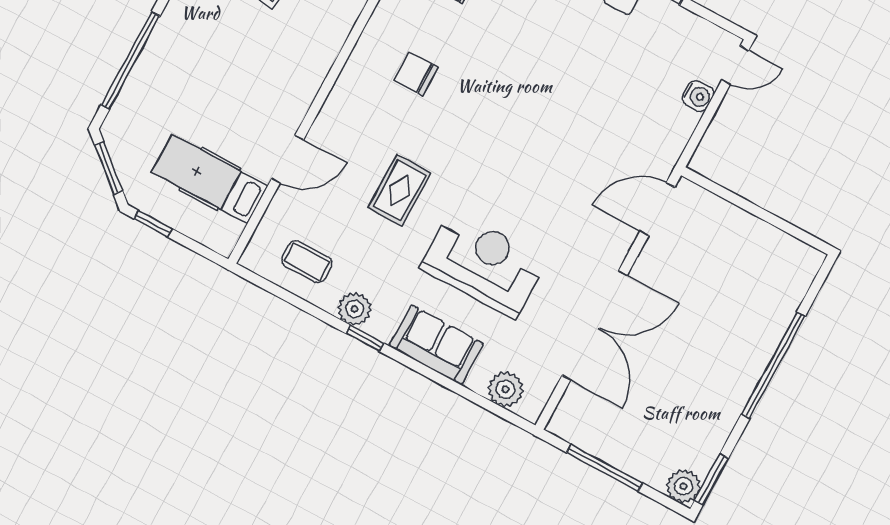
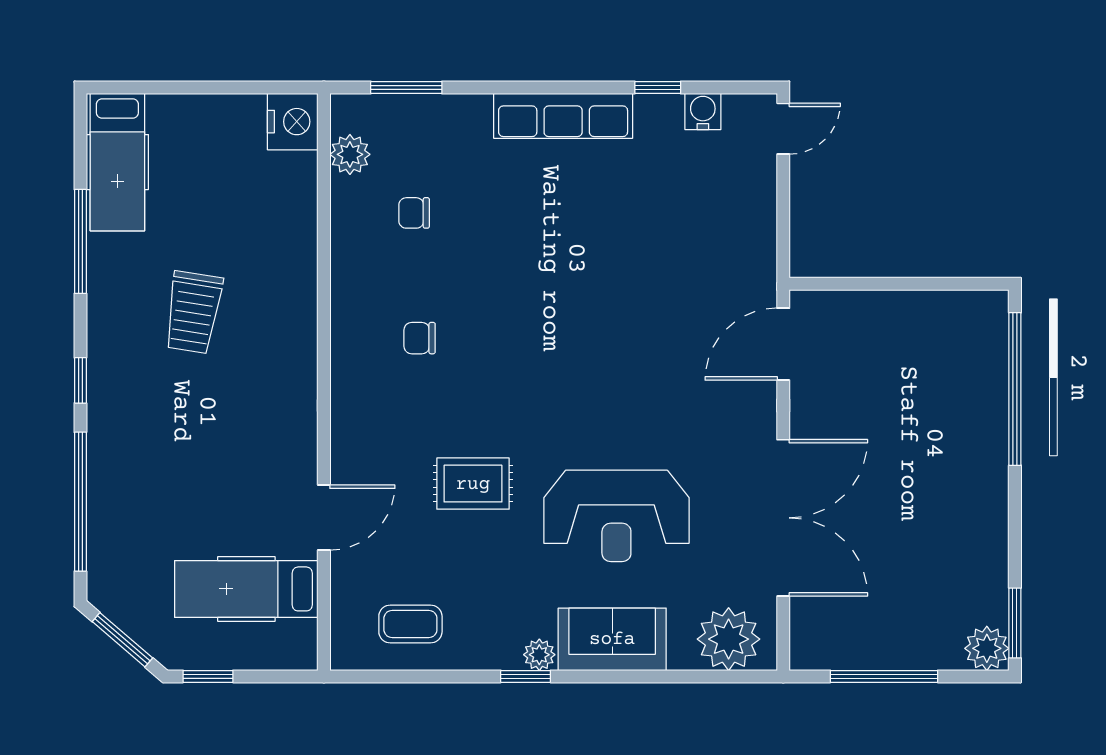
chair: (416, 74) -> (420, 338), width x0.73, depth x0.73
water cooler: (698, 96) -> (703, 111), moved, turned -90
rug: (399, 190) -> (473, 484), turned 90
reception desk: (484, 264) -> (616, 516), turned 180
plant: (355, 309) -> (539, 655), moved, width x0.73, depth x0.73
window: (773, 365) -> (1015, 389), moved
plant: (506, 389) -> (729, 639), width x1.36, depth x1.36

